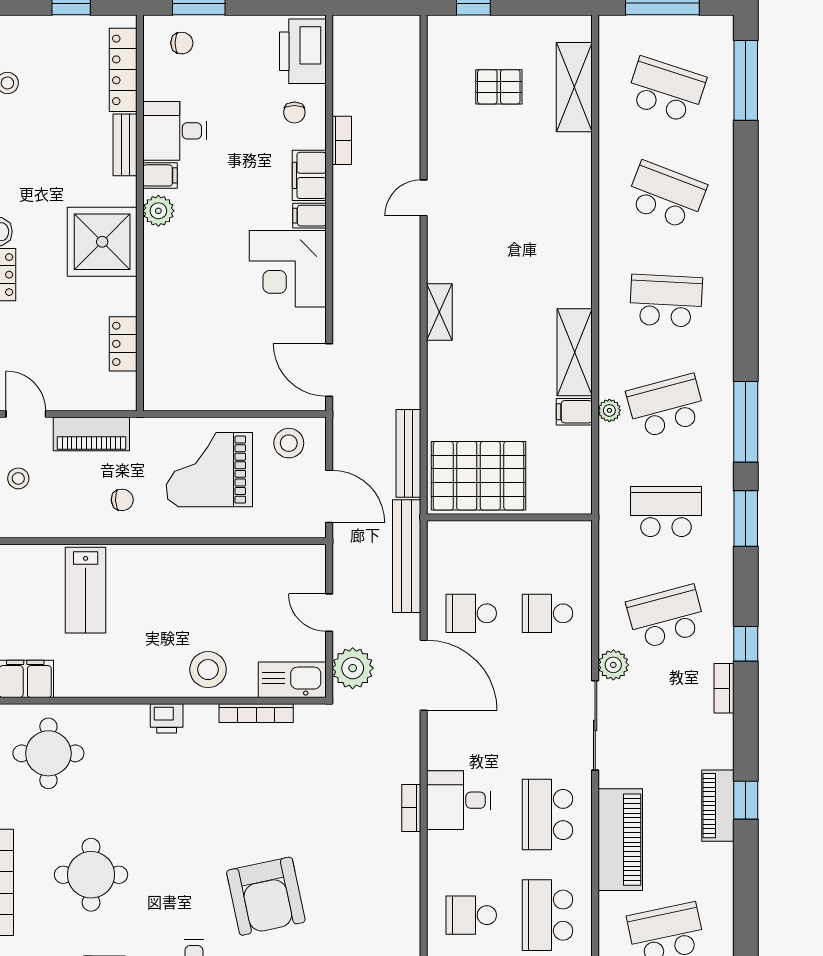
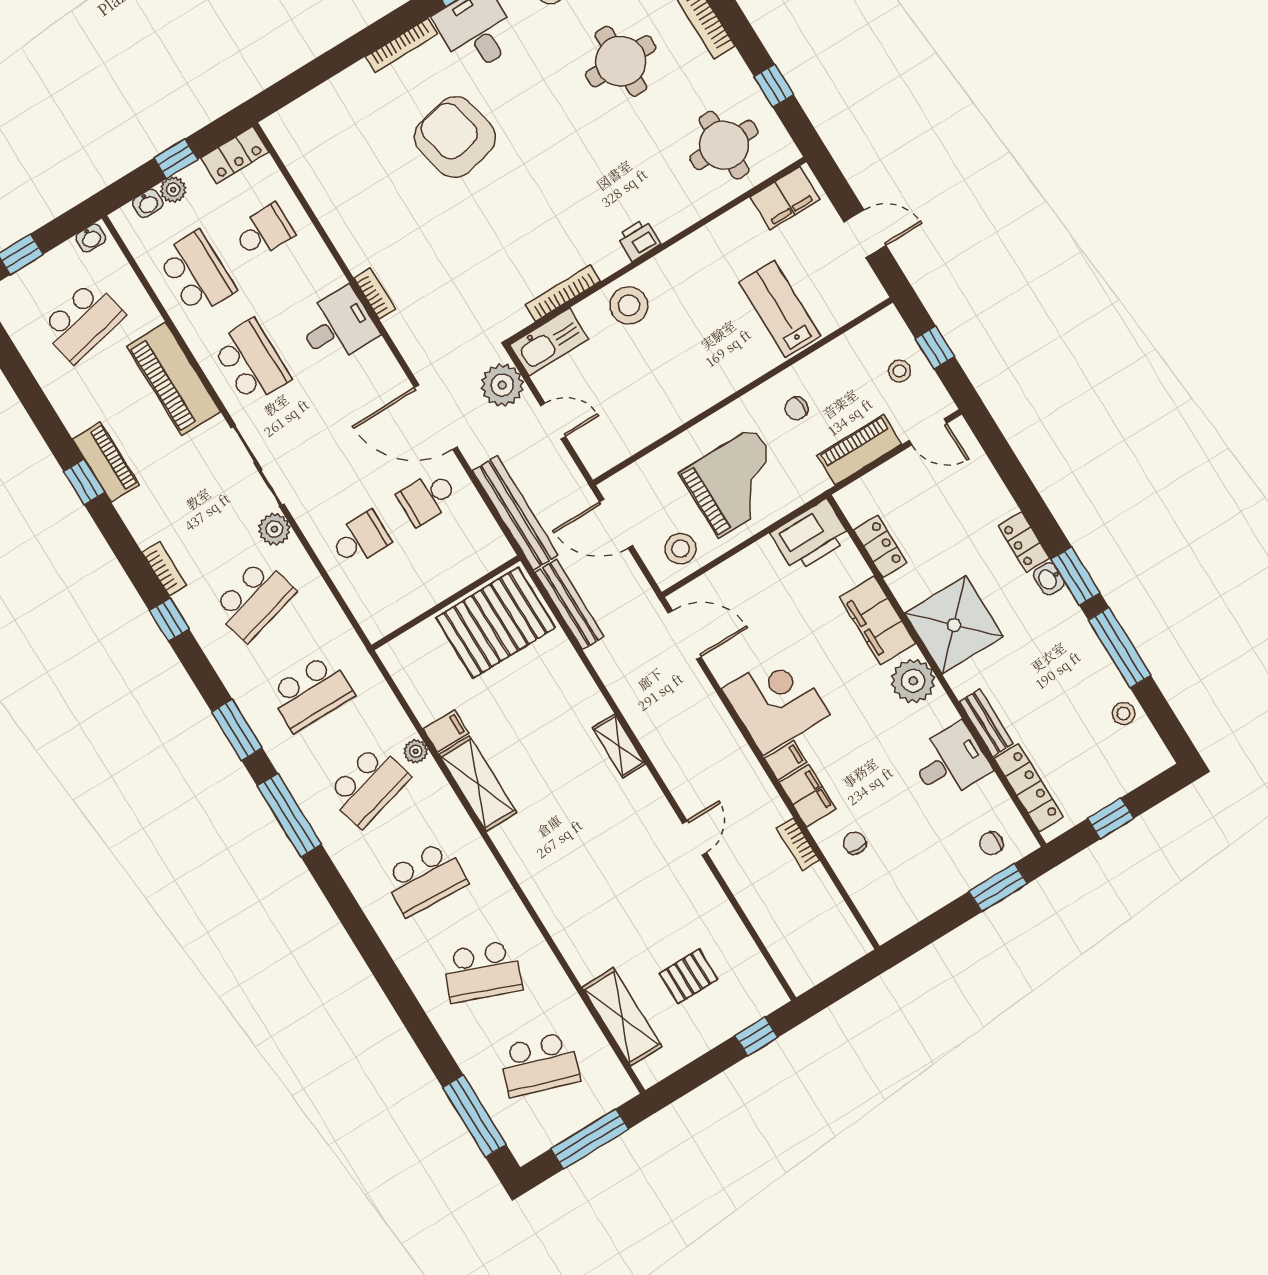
printer: (303, 51) -> (810, 536), moved, turned 90
filing cabinet: (160, 175) -> (877, 620), moved, width x3.00, depth x1.17
plant: (158, 211) -> (913, 681), width x1.36, depth x1.36
school desk: (471, 613) -> (427, 498), turned 180

